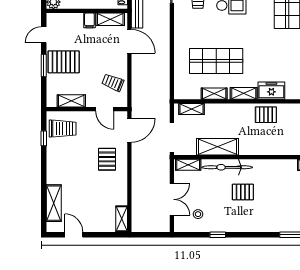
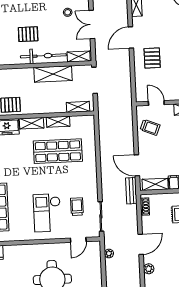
door: (129, 130) -> (131, 37), moved

